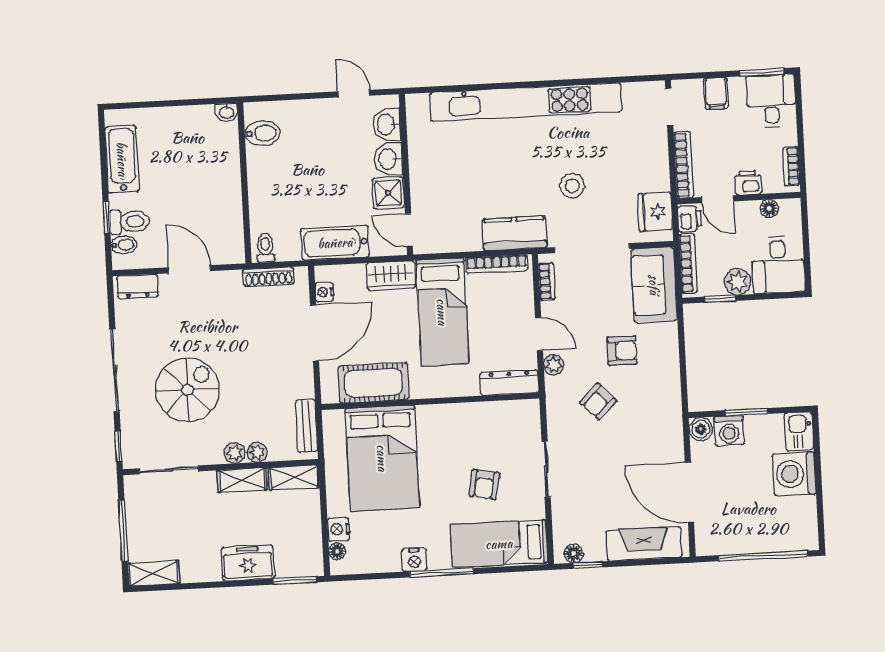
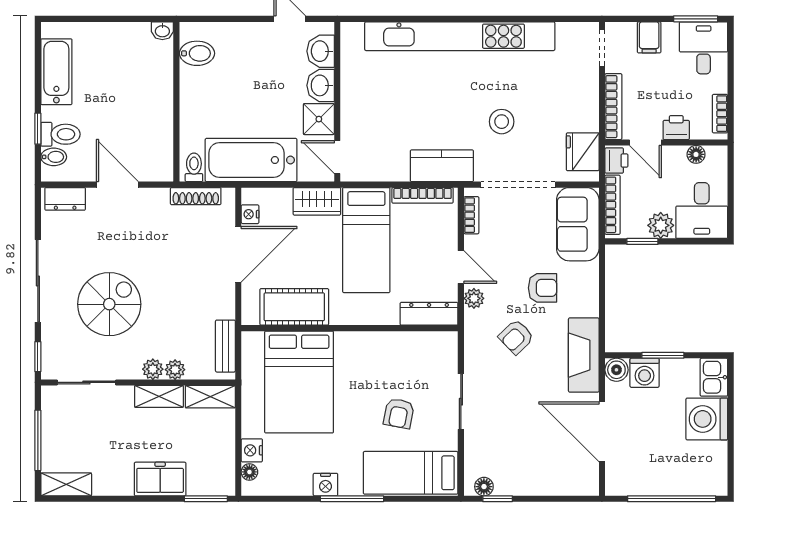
bathtub: (335, 243) -> (251, 160), width x1.36, depth x1.36
fireplace: (644, 544) -> (584, 355), moved, turned -90

